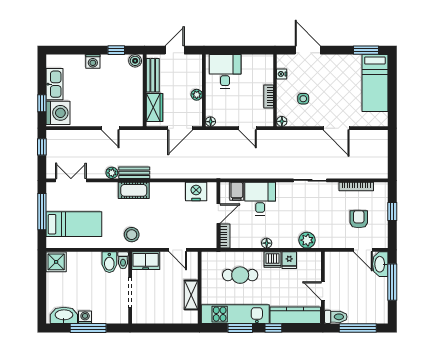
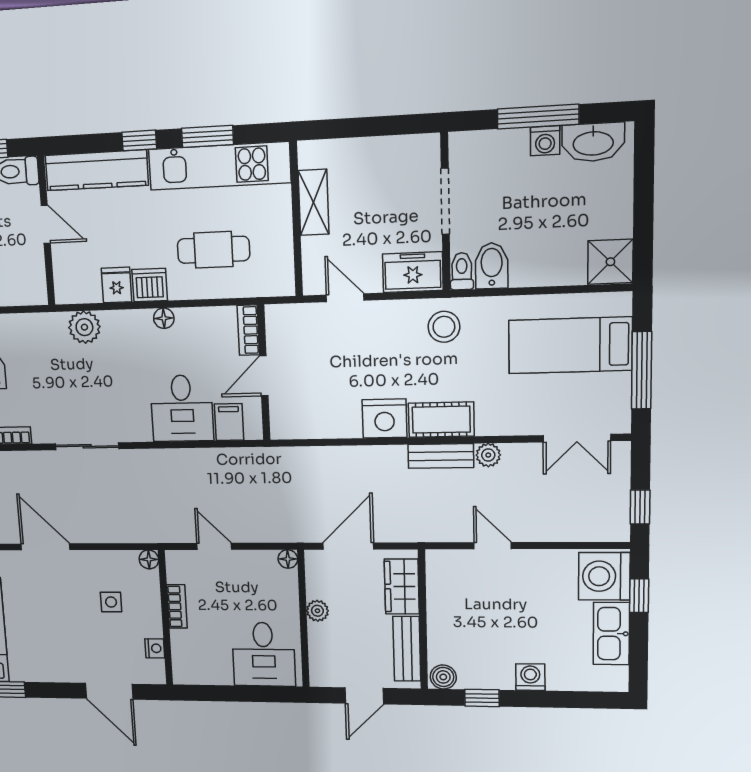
nightstand: (196, 191) -> (384, 419), moved

